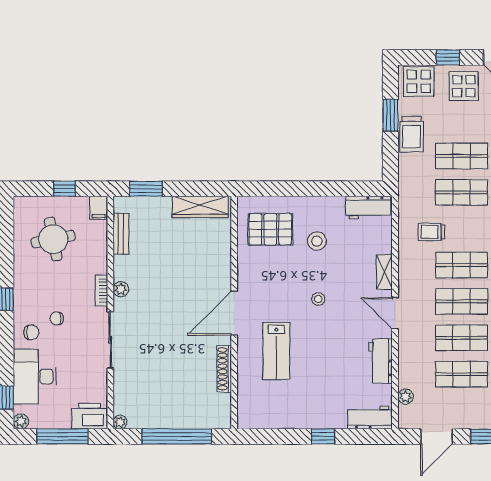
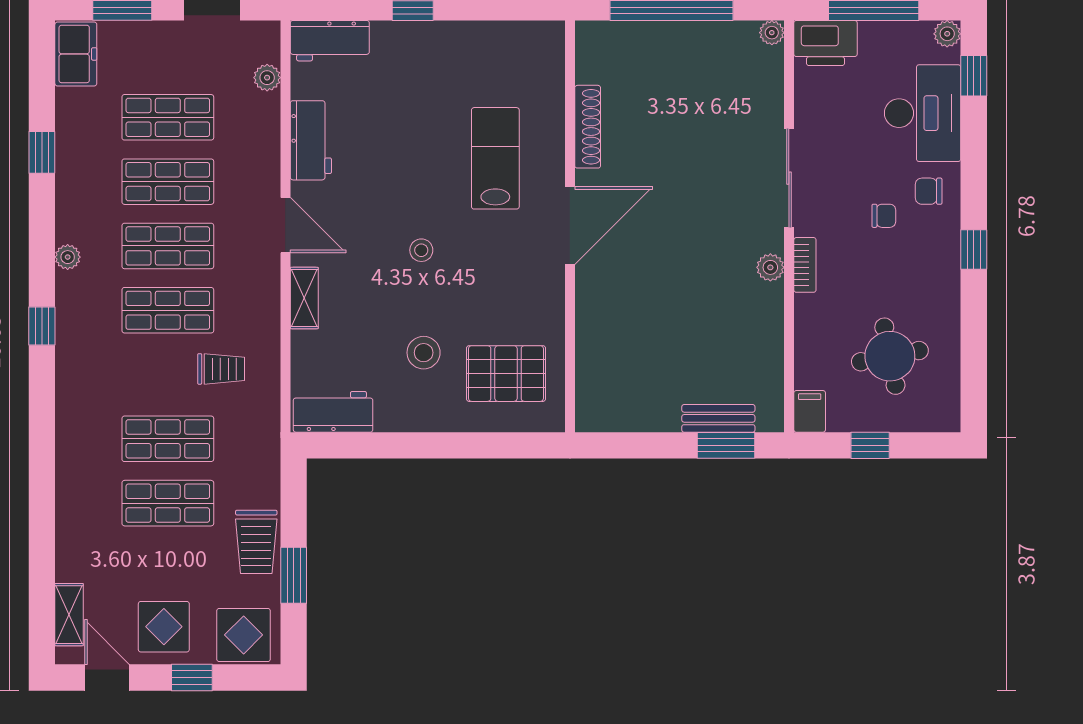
trolley: (412, 134) -> (256, 542), turned 180
wardrobe: (200, 207) -> (630, 413), removed
bench: (121, 234) -> (718, 418), moved, turned 90

